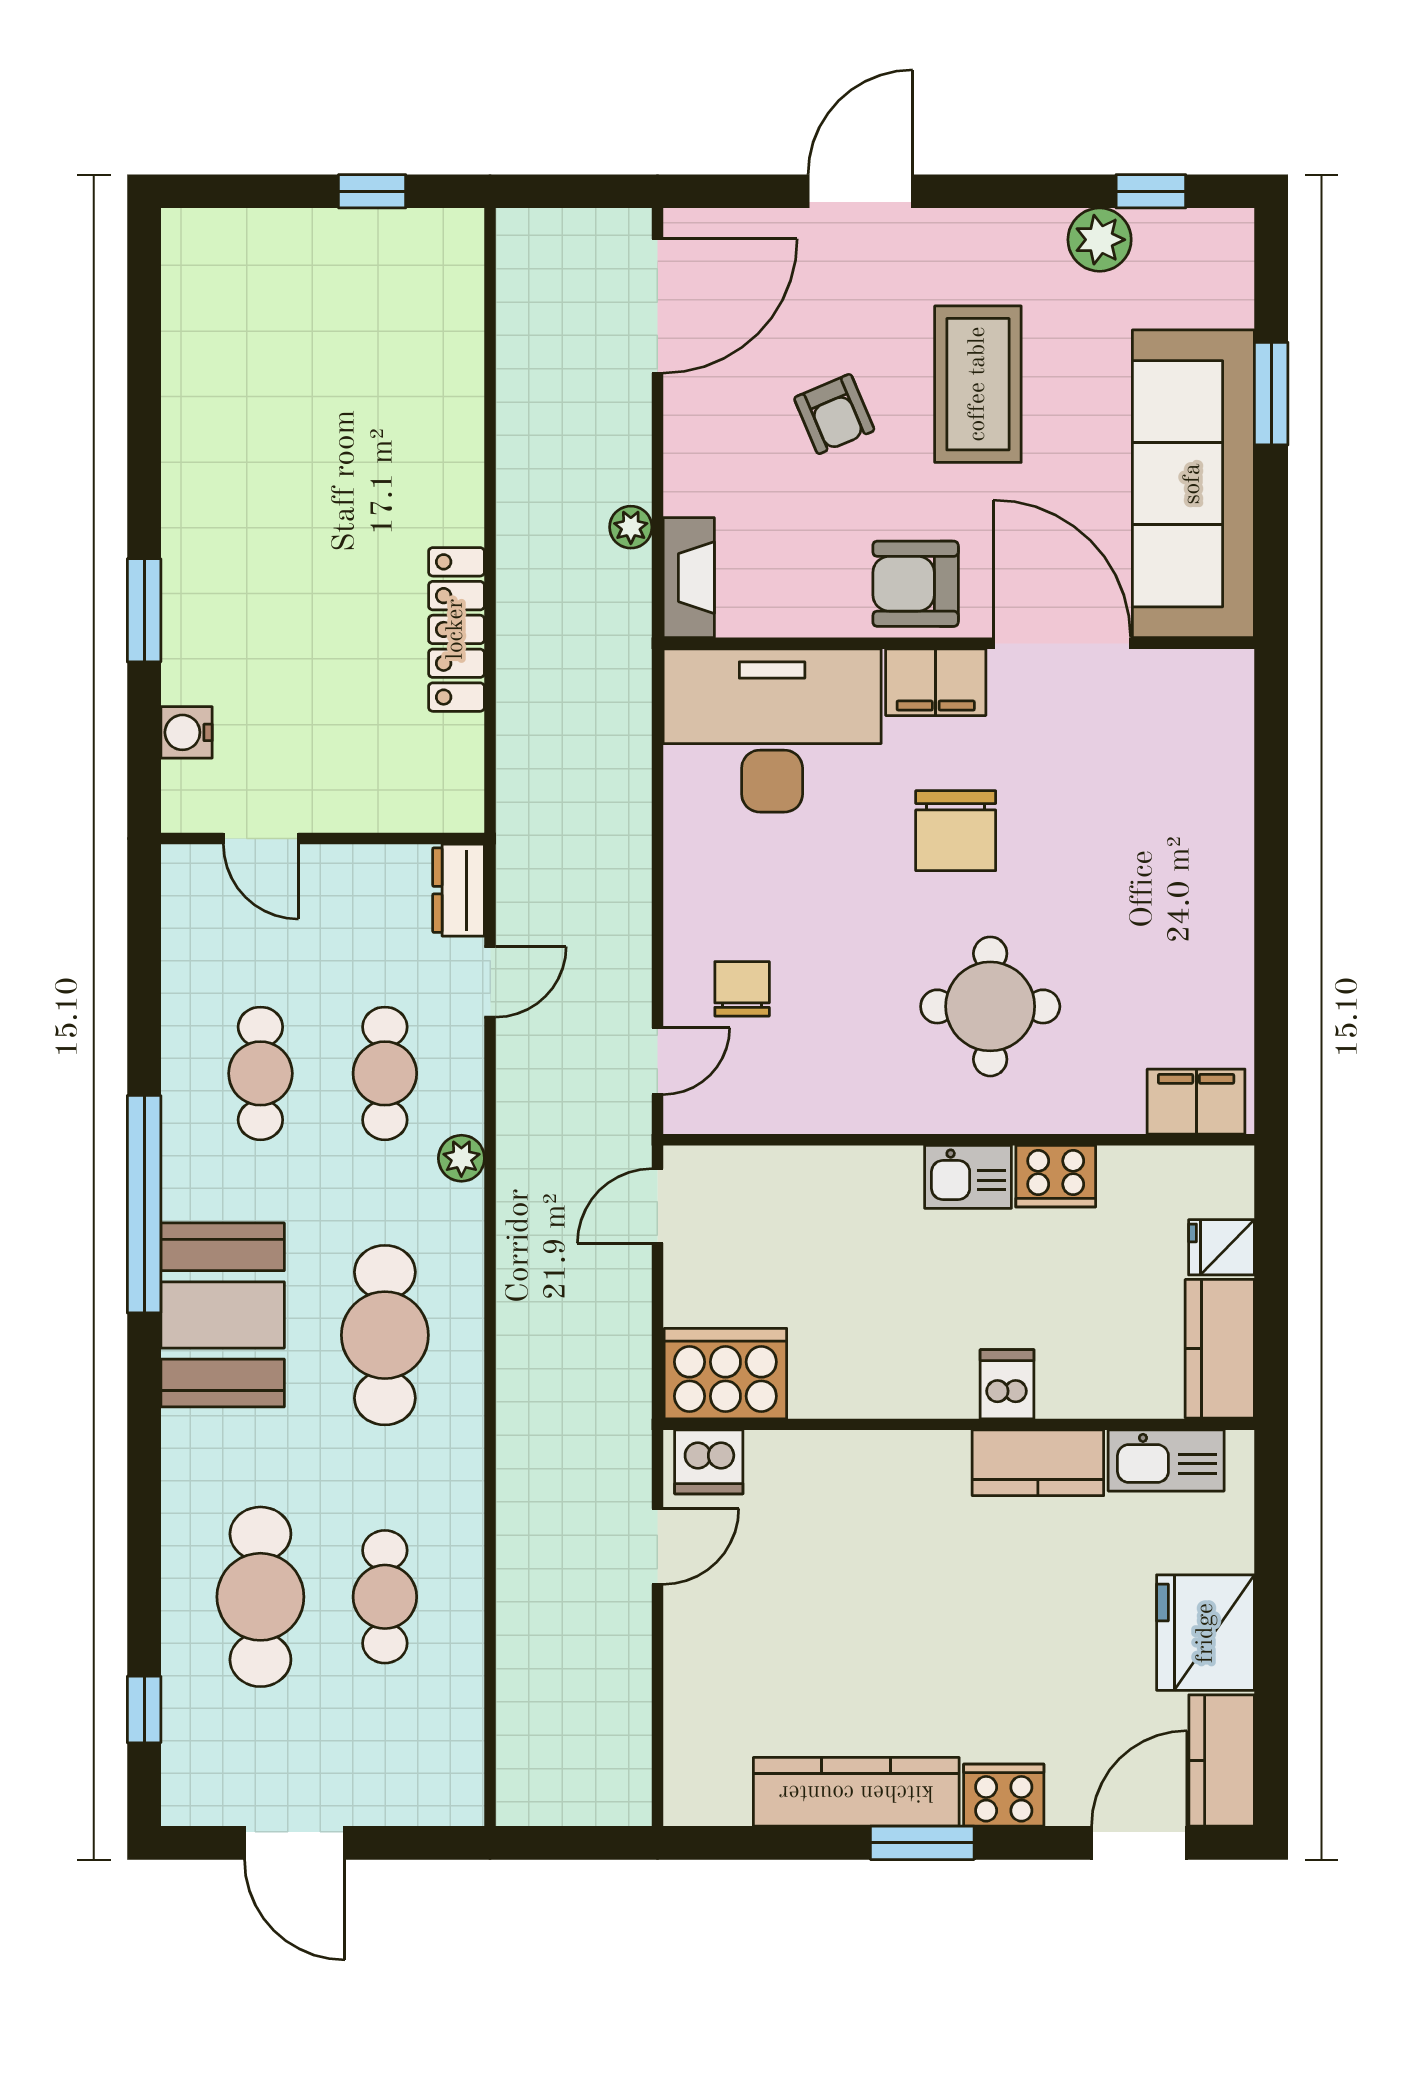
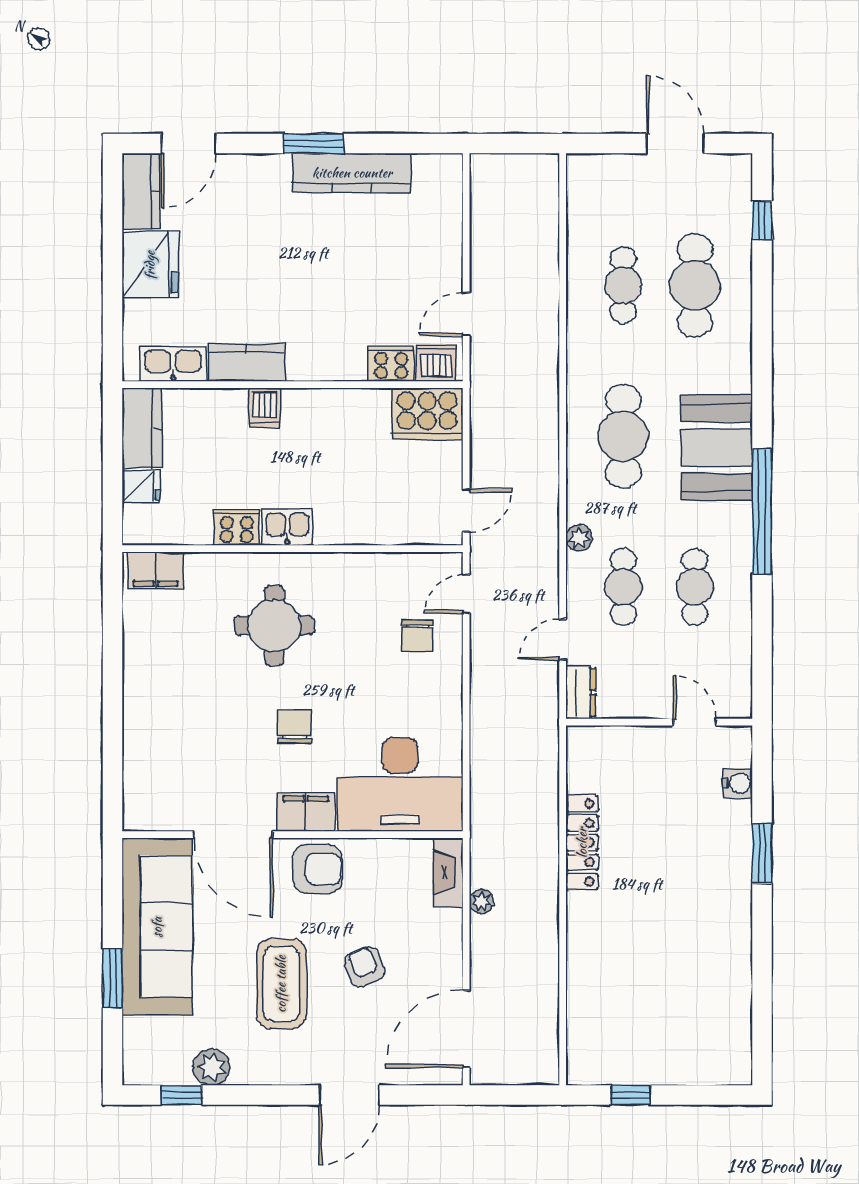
chair: (956, 831) -> (294, 727), width x0.73, depth x0.73
cooker: (1004, 1795) -> (391, 364), moved, turned 180

